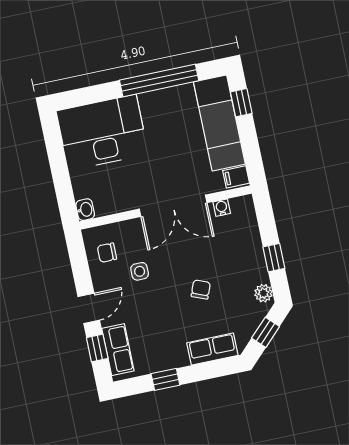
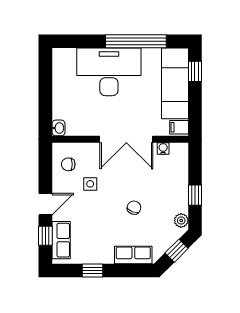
desk: (102, 132) -> (109, 72), moved

